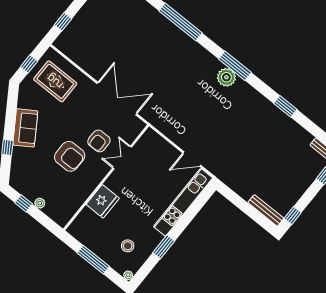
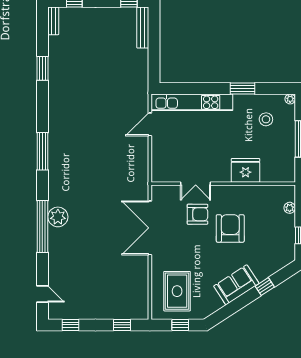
plant: (226, 77) -> (58, 217), moved
window: (285, 106) -> (42, 68), moved
door: (192, 159) -> (150, 124), swing flipped
plant: (40, 203) -> (290, 208), moved

